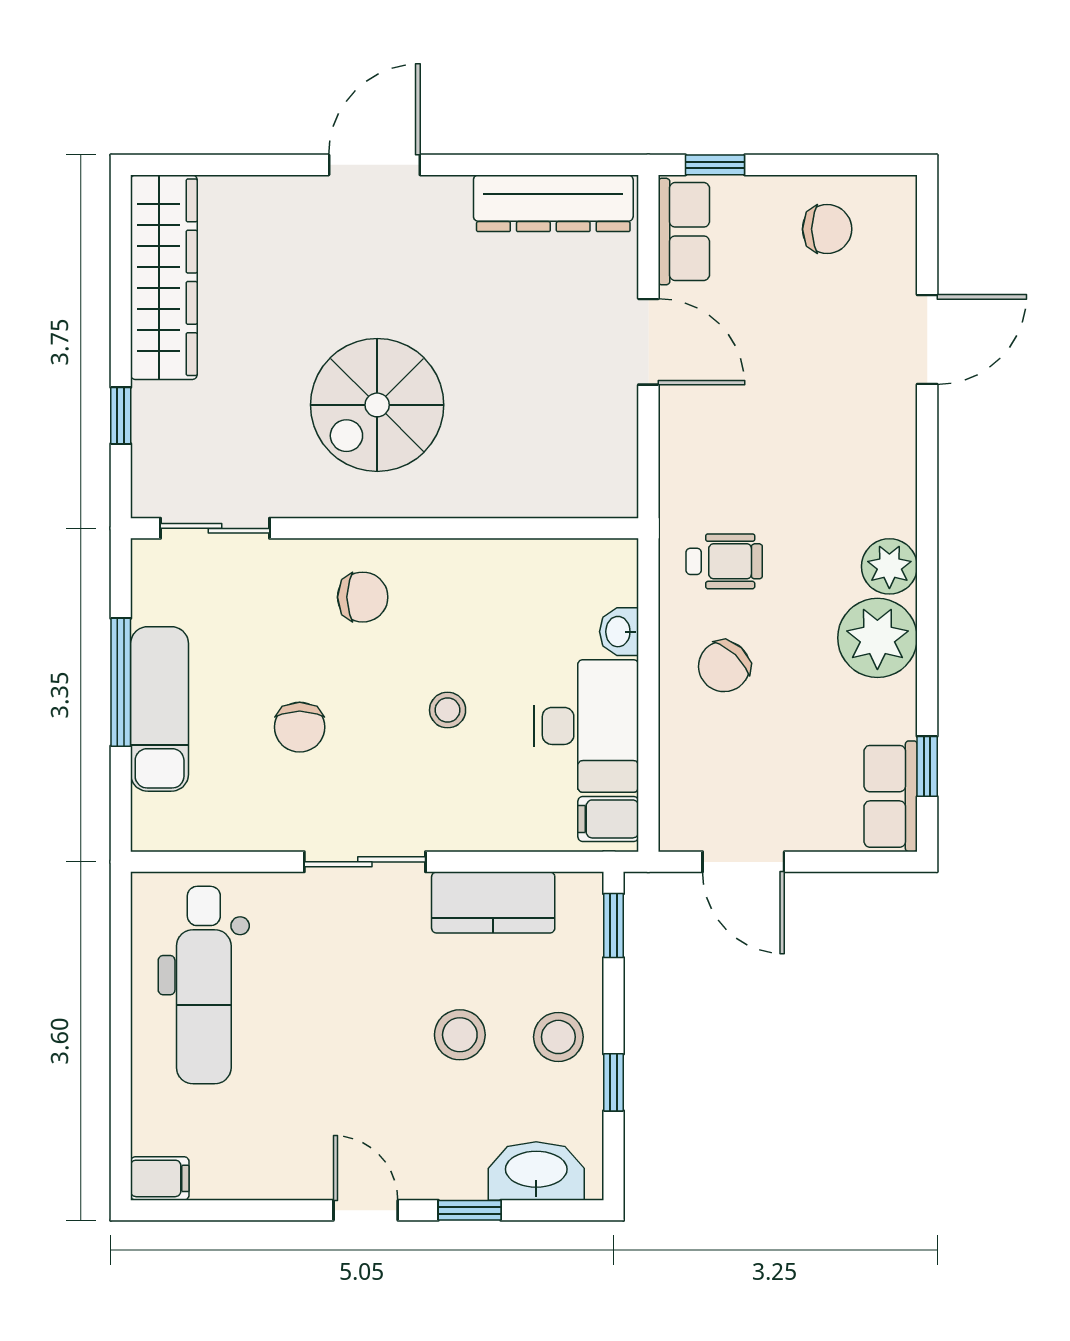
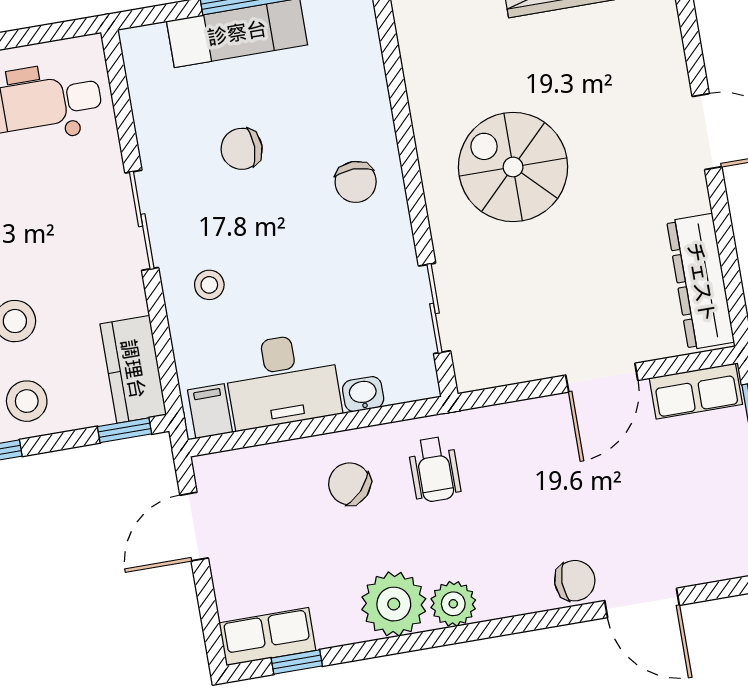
chair: (827, 229) -> (575, 581), moved, turned -90
sliding door: (215, 528) -> (435, 308), moved
stool: (448, 710) -> (209, 285), moved
kitchen counter: (493, 902) -> (133, 369), moved

